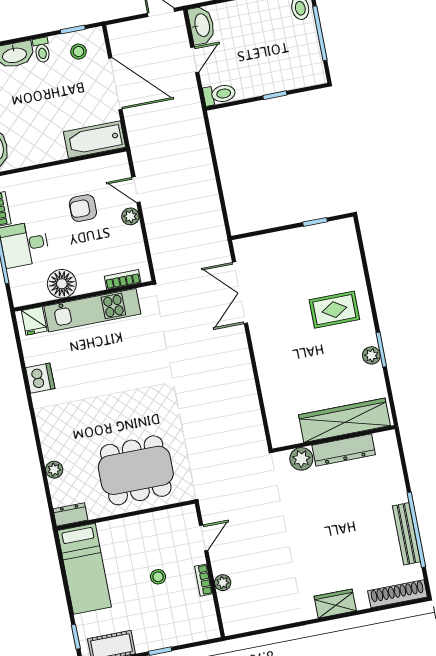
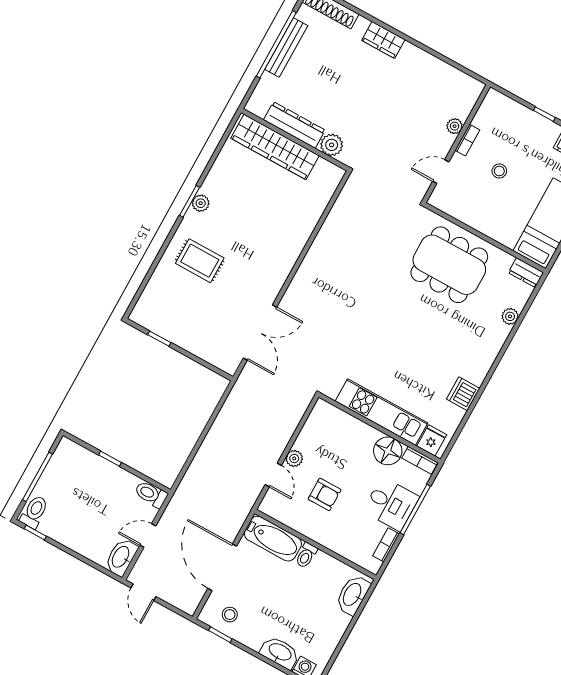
toilet: (42, 50) -> (306, 555), moved, turned 180
bookcase: (123, 280) -> (420, 460), moved
wardrobe: (344, 420) -> (275, 147), moved
wall: (334, 439) -> (295, 140), moved
dresser: (344, 450) -> (294, 125), moved
plant: (301, 459) -> (332, 145), moved

